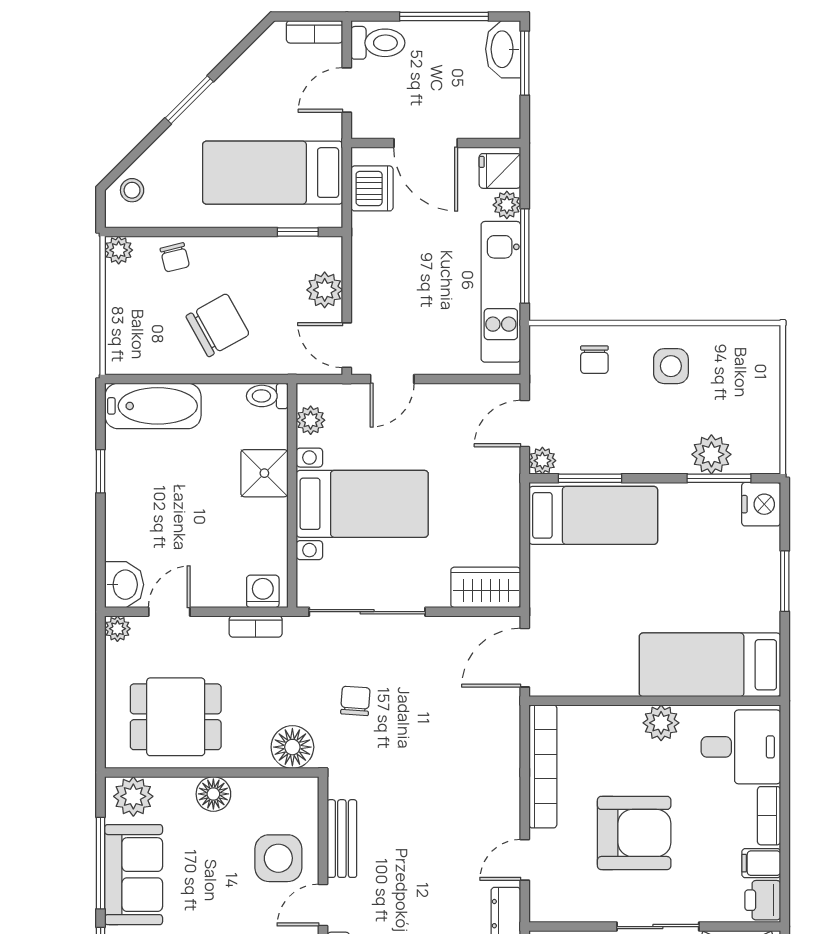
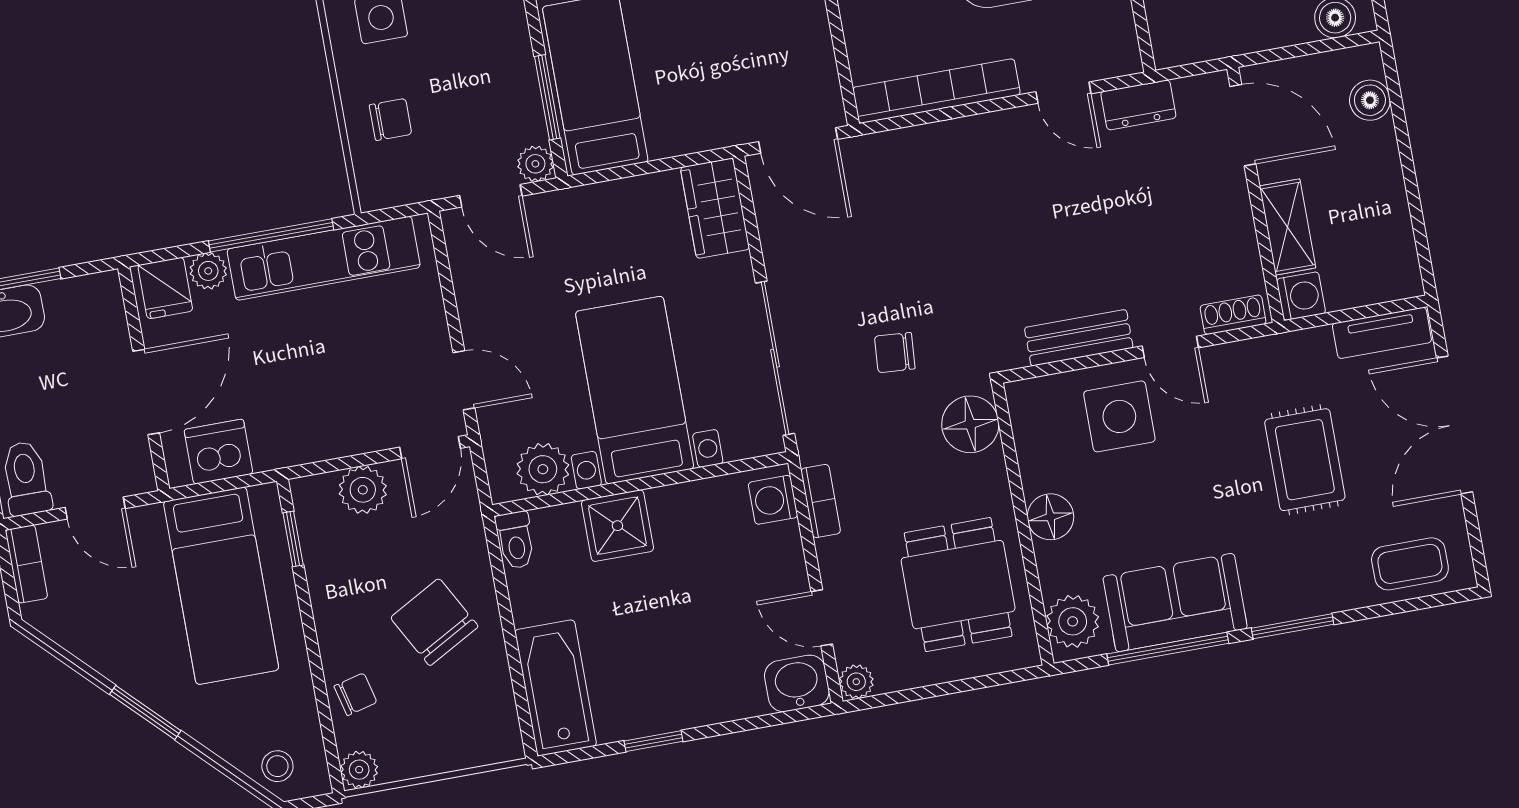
plant: (311, 420) -> (543, 469), width x1.38, depth x1.38

